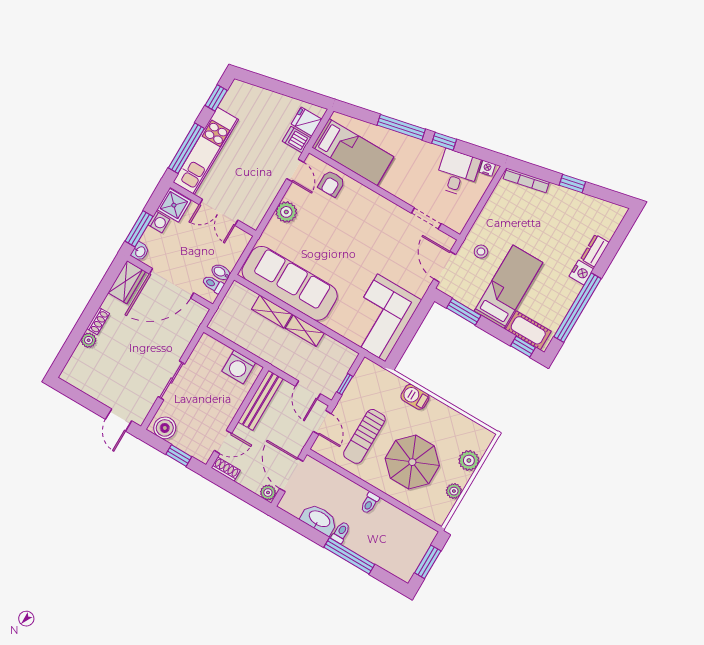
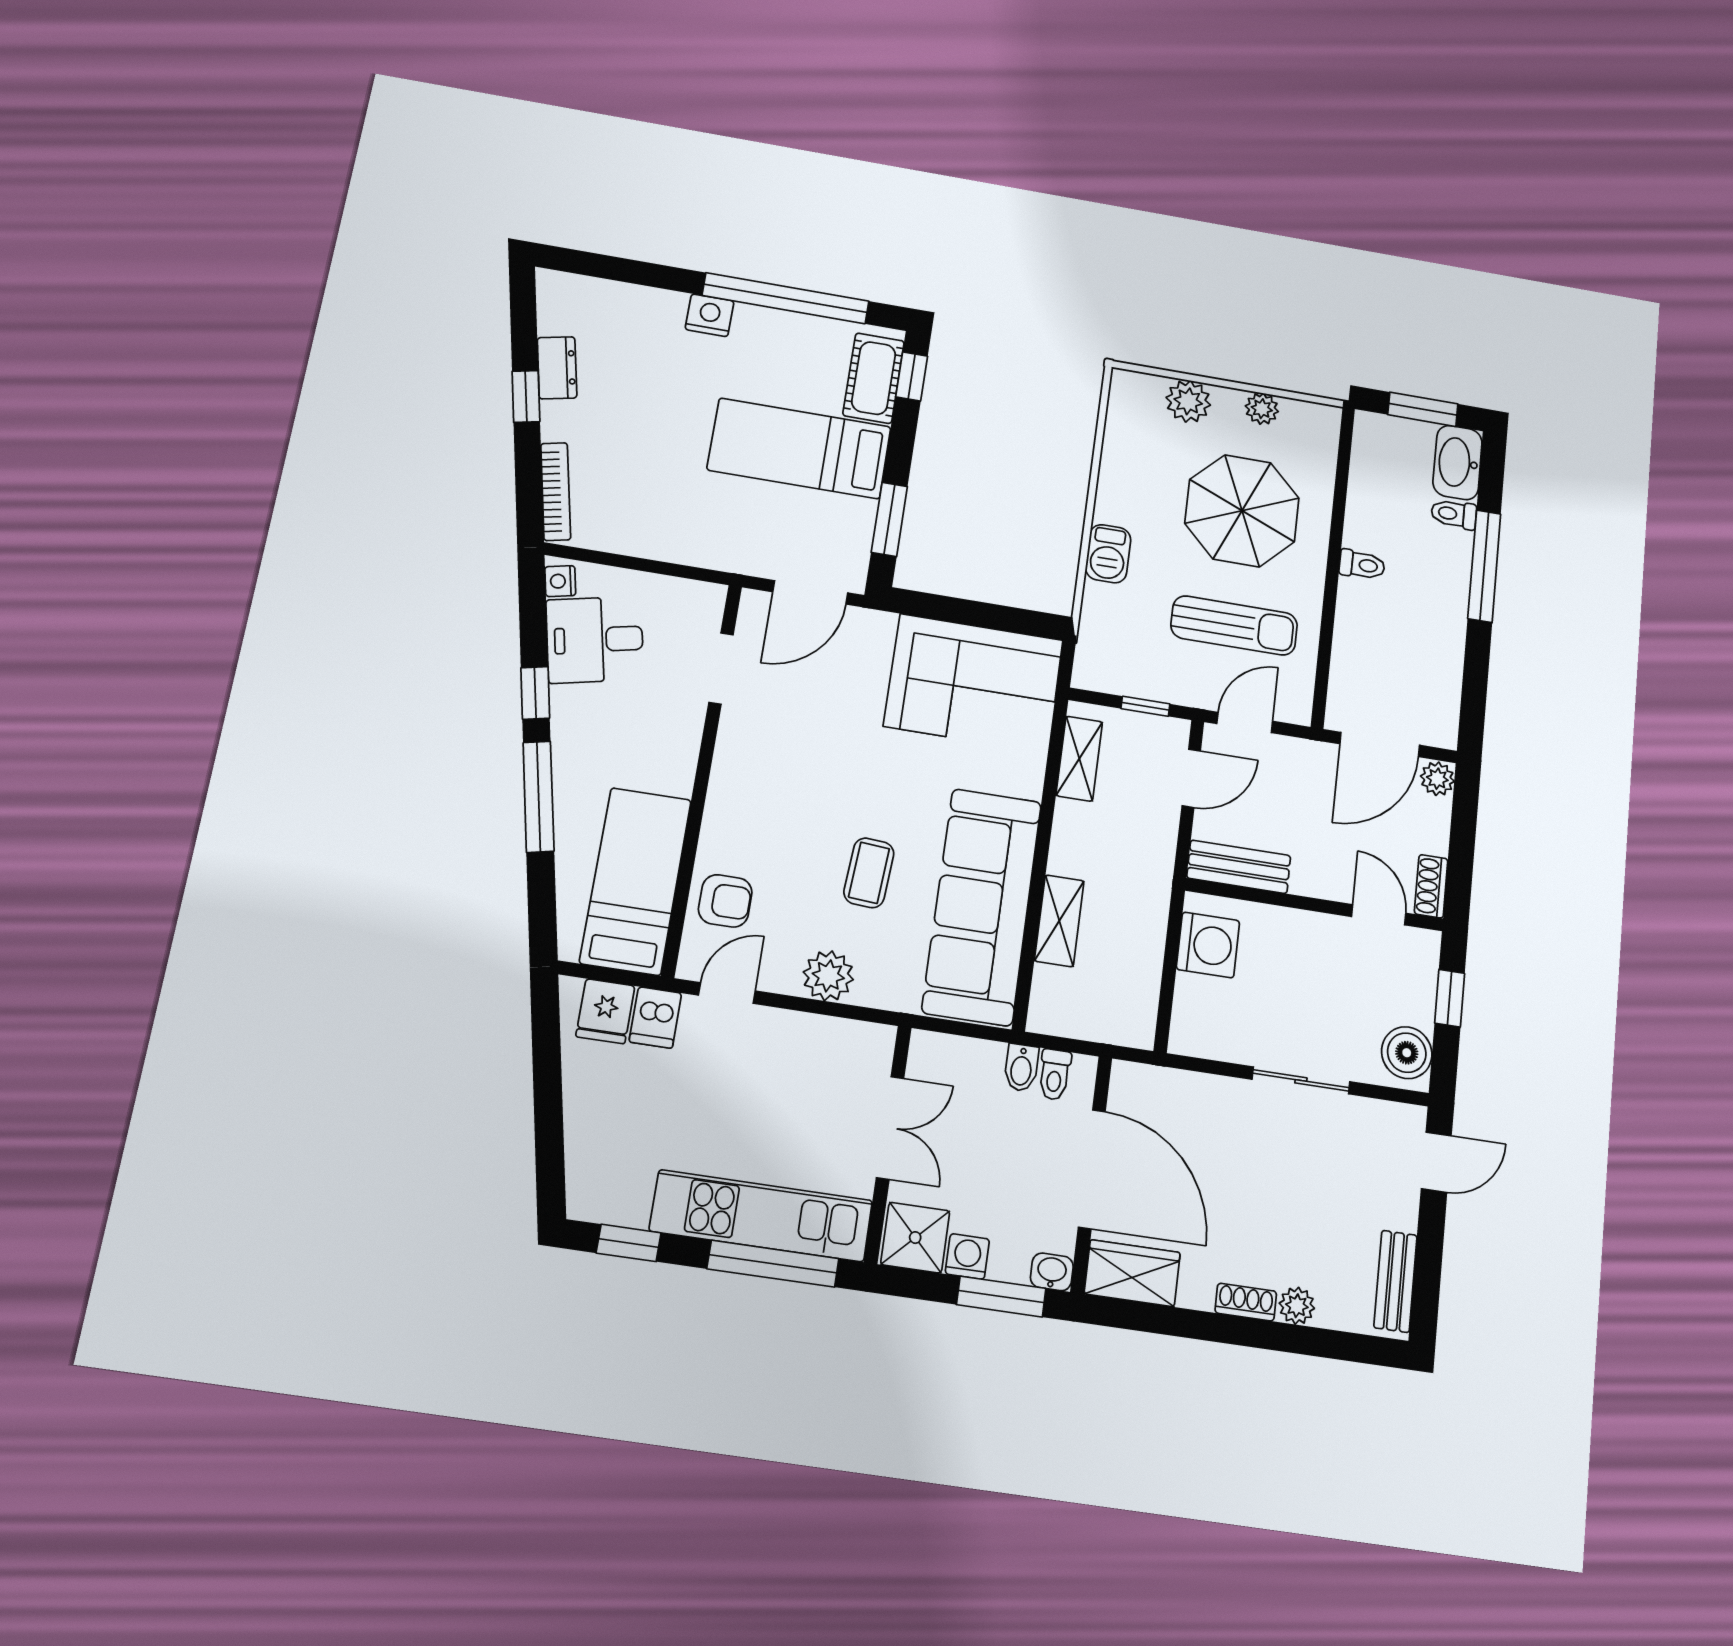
coffee table: (320, 244) -> (869, 873), added
dresser: (595, 251) -> (557, 368), moved, turned -102
stool: (481, 252) -> (747, 530), removed
shelving: (305, 331) -> (1079, 759), moved
bench: (81, 383) -> (1395, 1281), added
bench: (261, 400) -> (1239, 867), width x0.73
washbasin: (319, 519) -> (1458, 462), moved
toilet: (341, 532) -> (1454, 514), moved

